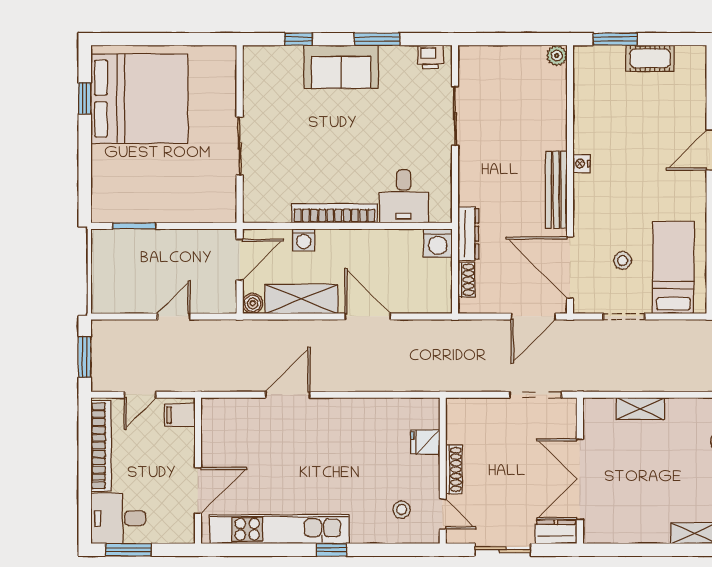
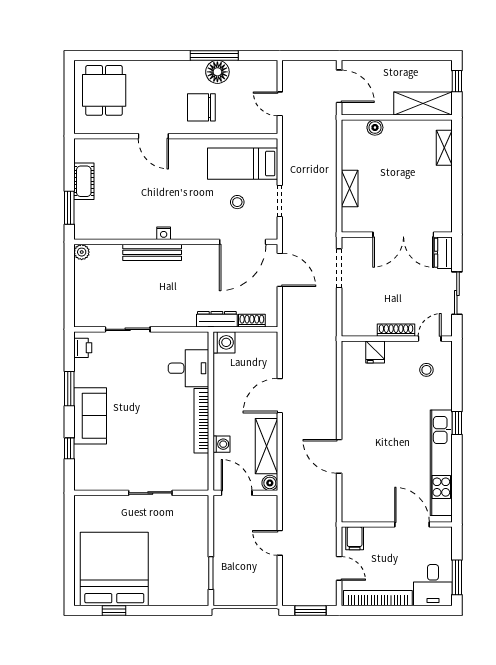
bench: (556, 190) -> (152, 252), moved

